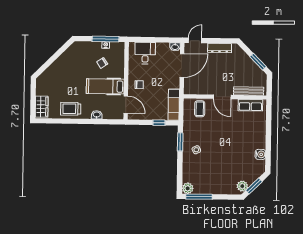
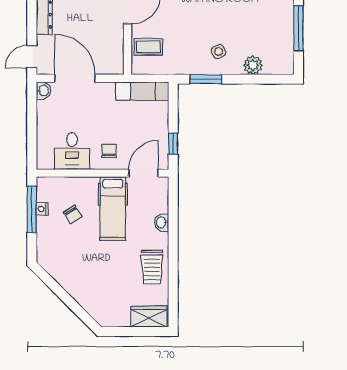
door: (195, 40) -> (32, 57), hinge flipped
desk: (145, 53) -> (72, 151), moved, turned -90
window: (159, 123) -> (173, 144), moved
plant: (188, 188) -> (253, 65), moved
window: (199, 197) -> (298, 28), moved

